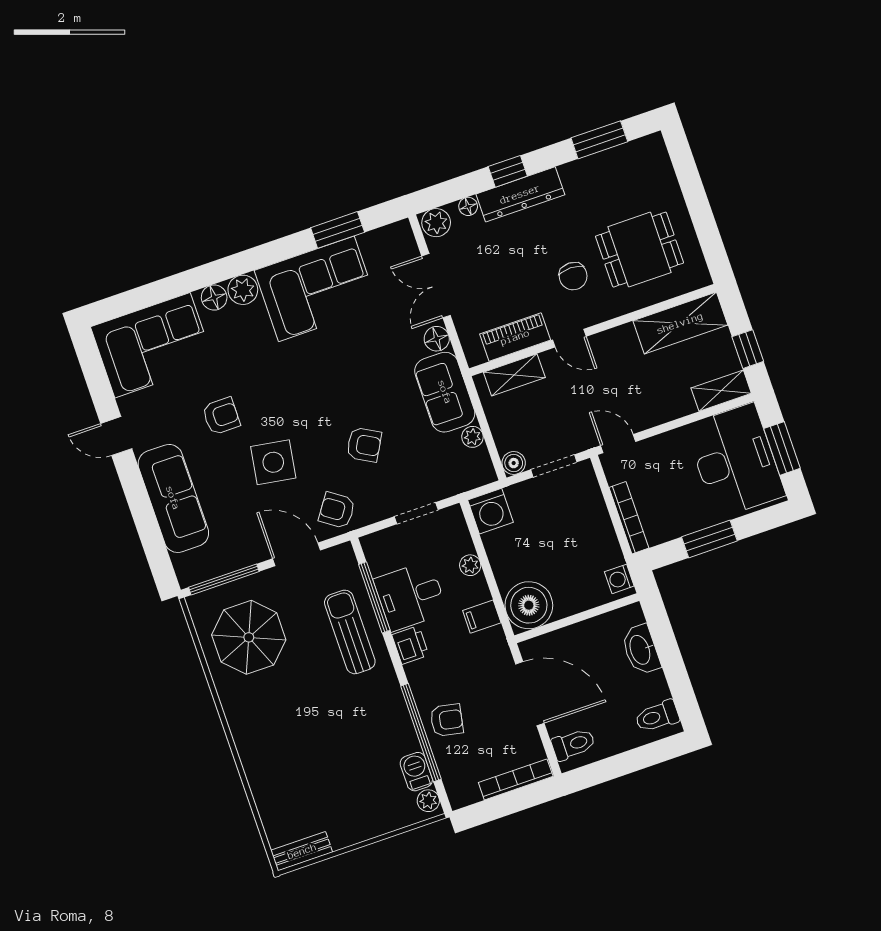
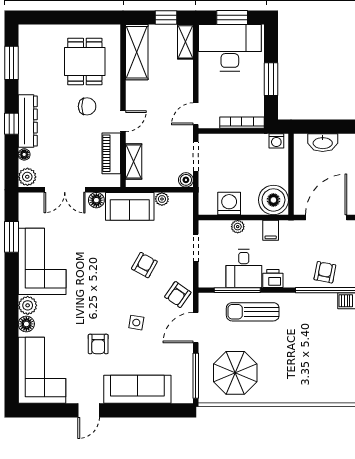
armchair: (221, 416) -> (98, 344), turned 180
side table: (273, 462) -> (136, 323), width x0.54, depth x0.54
washing machine: (490, 511) -> (229, 204), moved, turned -90

